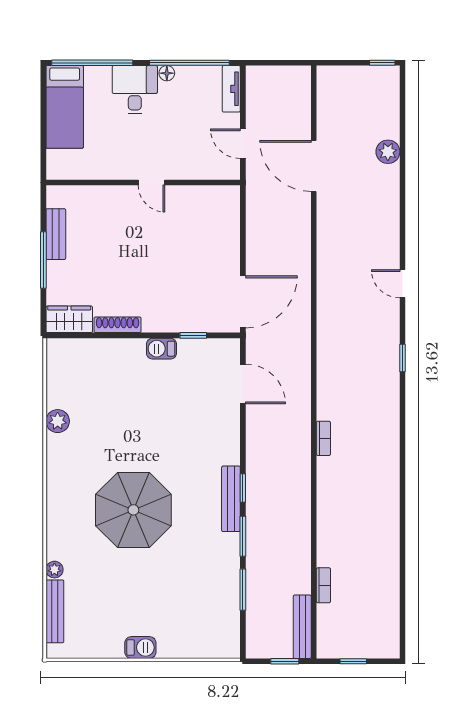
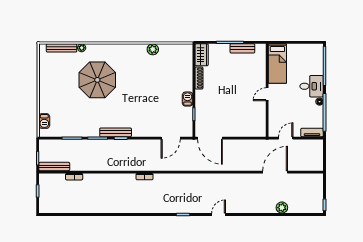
bed: (65, 107) -> (277, 64), moved, turned -90
parasol: (133, 510) -> (97, 80), moved
barbecue: (140, 648) -> (44, 121), moved

